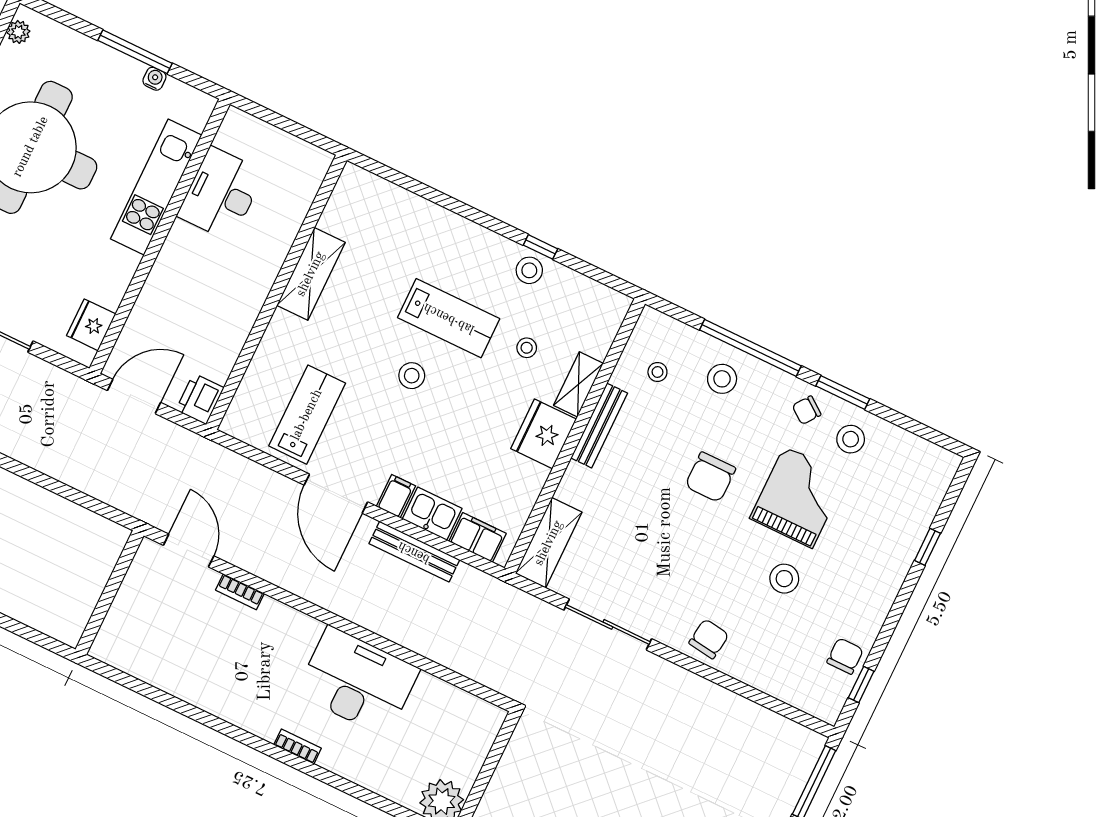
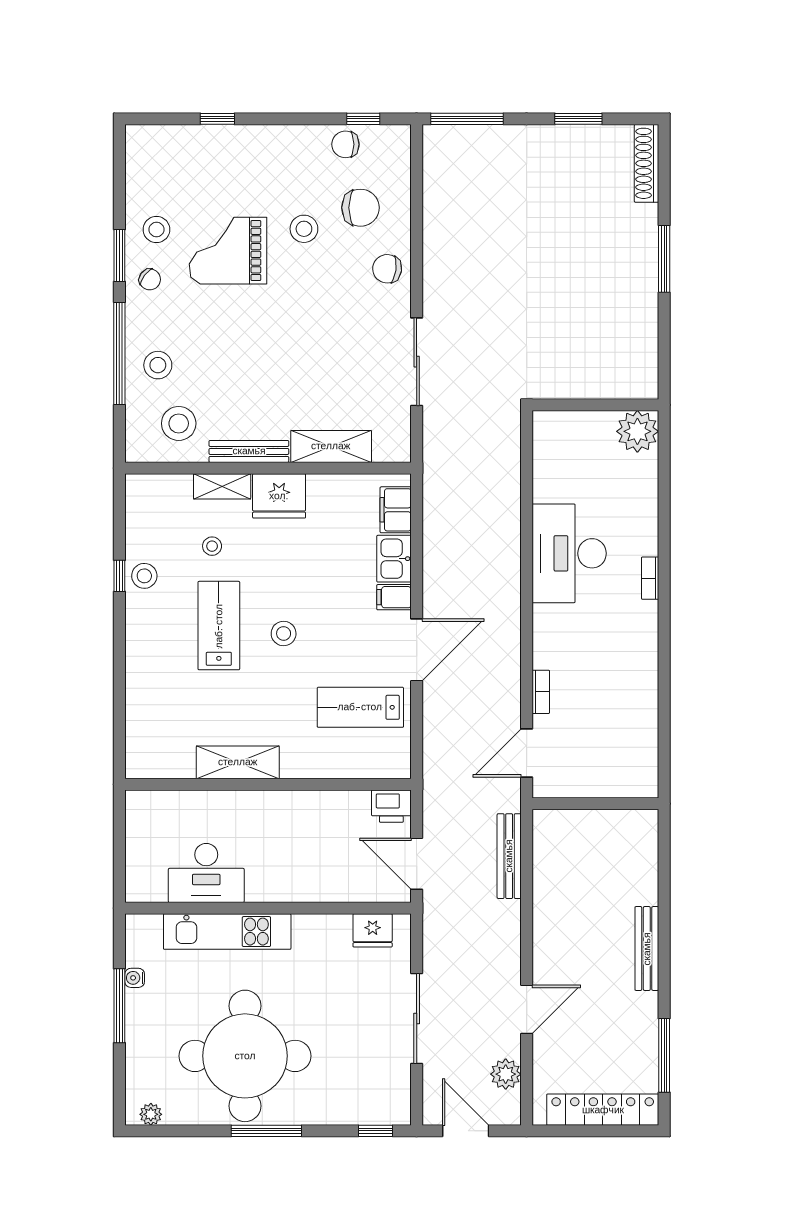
stool: (657, 372) -> (179, 423), width x1.89, depth x1.89
chair: (710, 477) -> (360, 208), moved
shelving: (549, 543) -> (331, 446), moved
bench: (414, 552) -> (509, 856), moved

